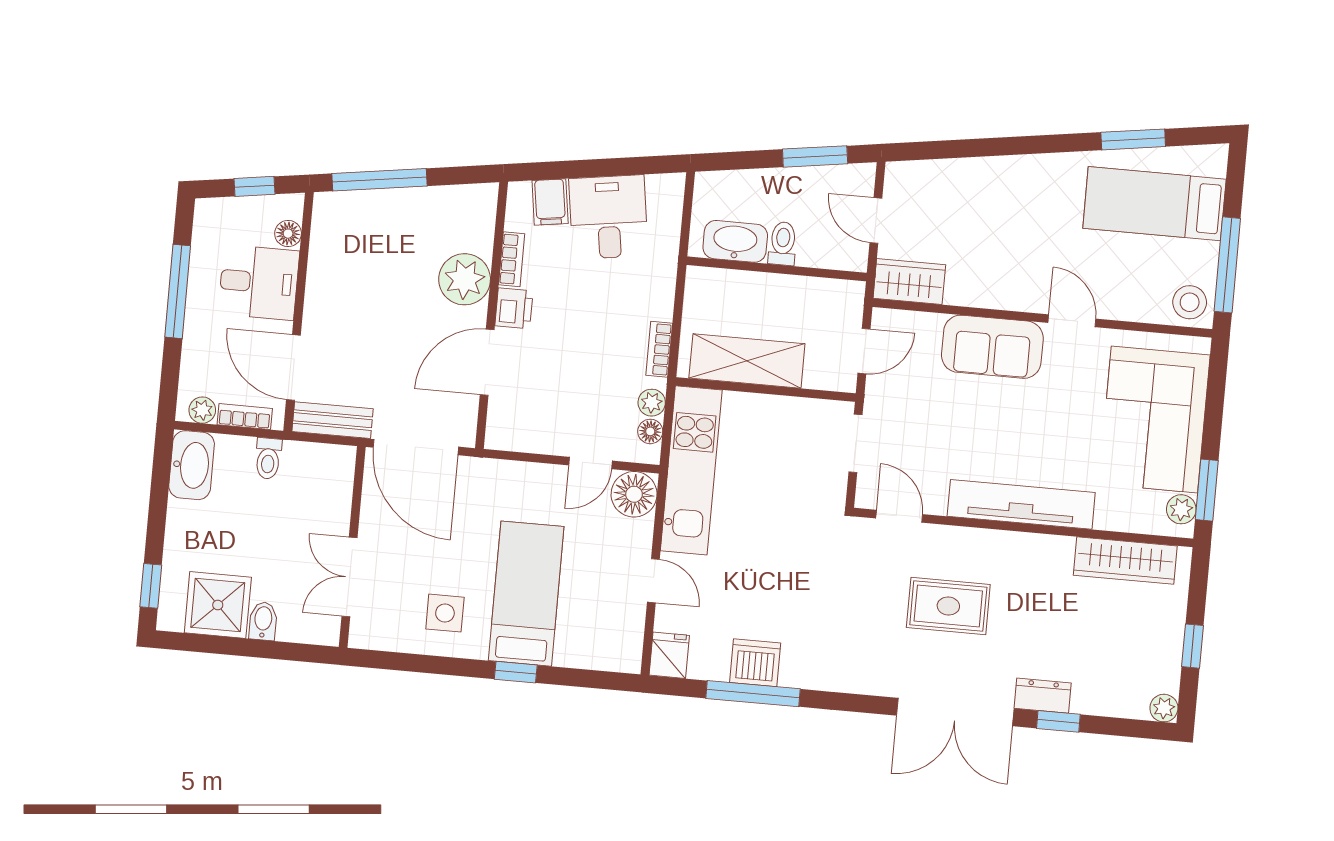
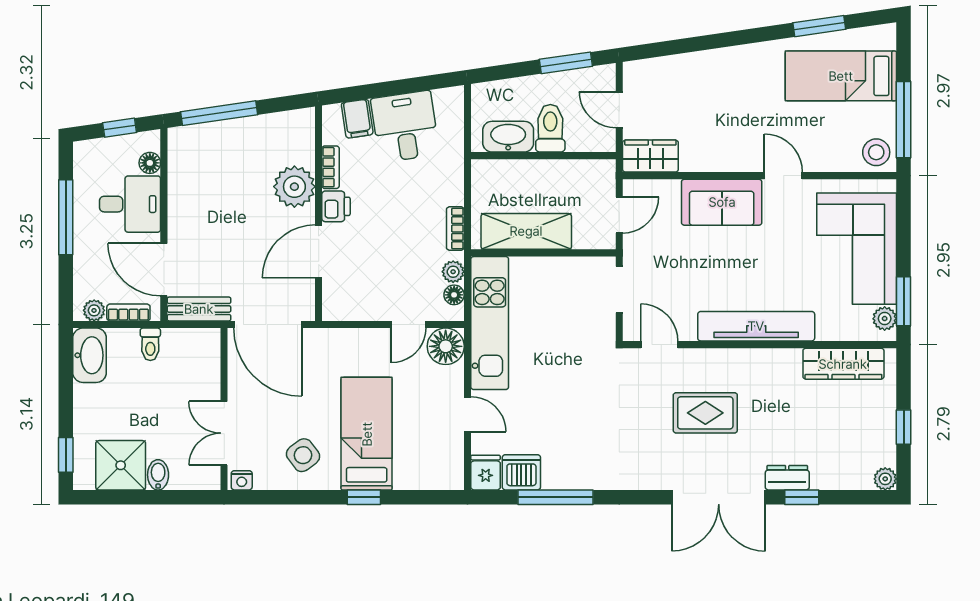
toilet: (783, 244) -> (550, 128), width x1.37, depth x1.39
side table: (445, 613) -> (303, 455), turned -37
nightstand: (366, 637) -> (242, 480), added
dishwasher: (755, 663) -> (521, 472), moved

